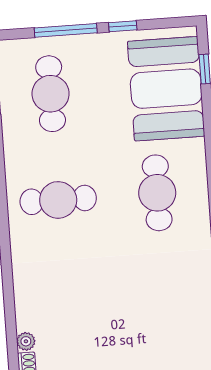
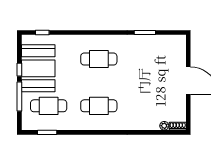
booth: (166, 89) -> (38, 68), moved, turned 90
cafe table: (58, 200) -> (99, 106), turned 90

